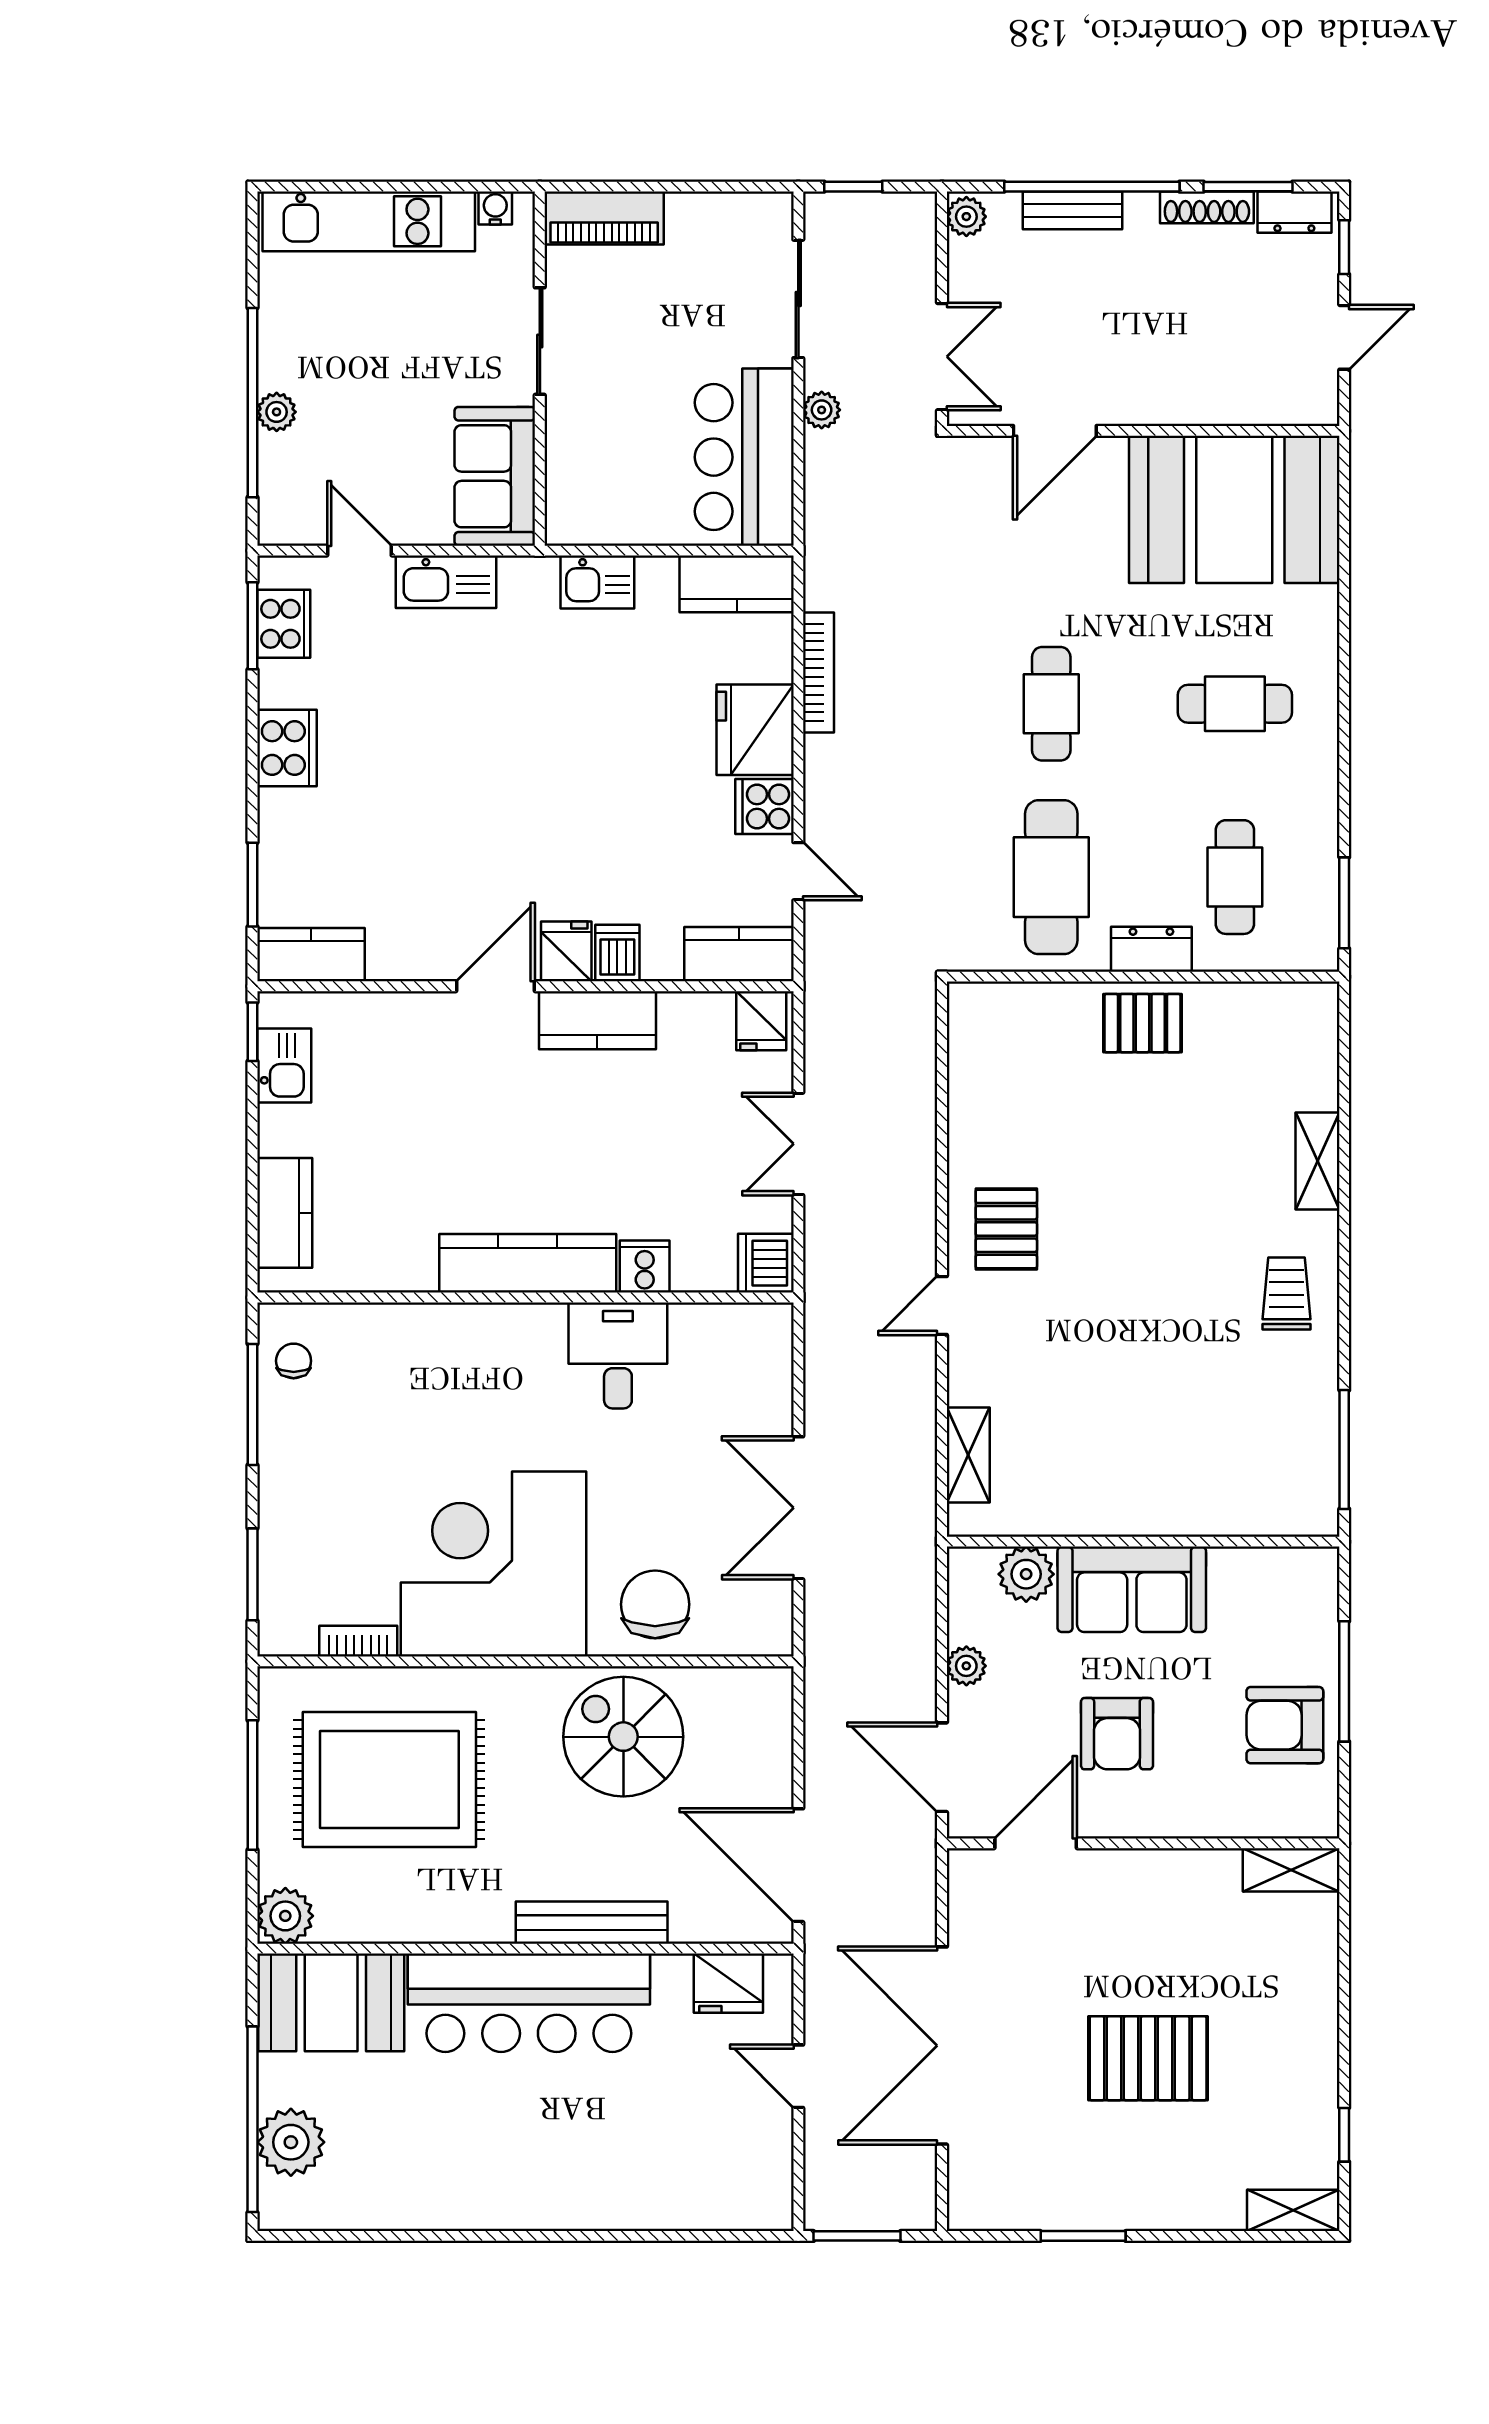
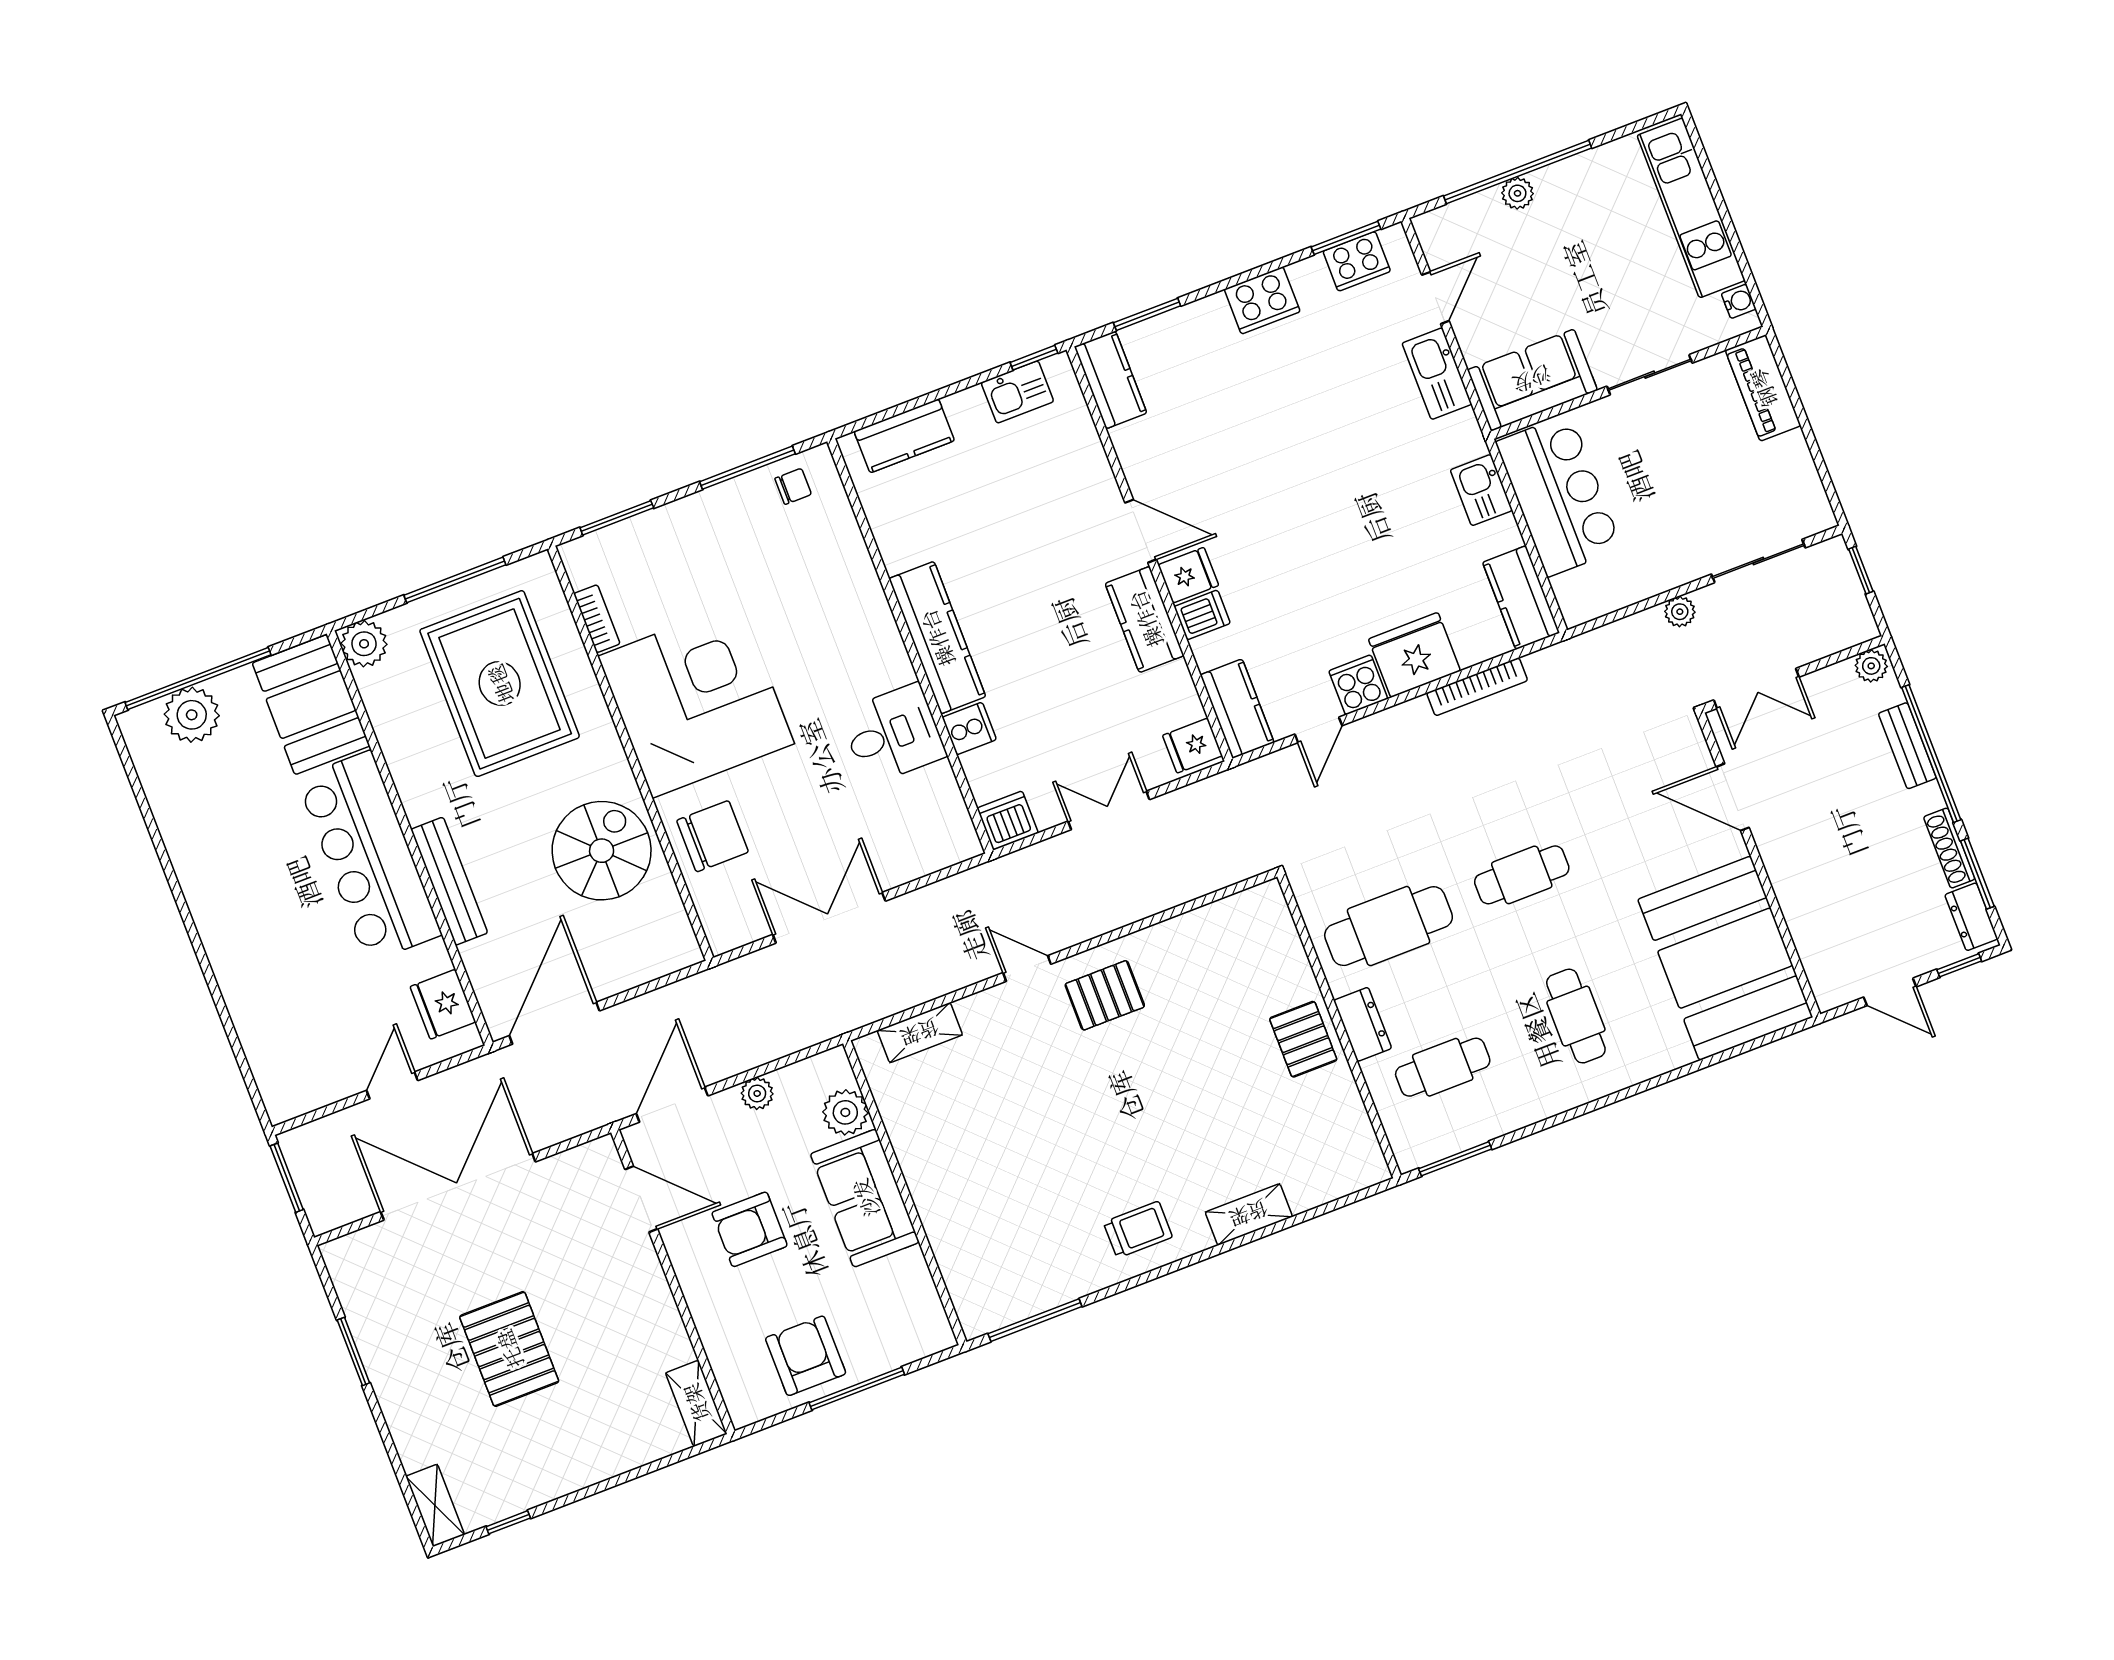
bar counter: (744, 457) -> (1559, 495), moved, turned 90

